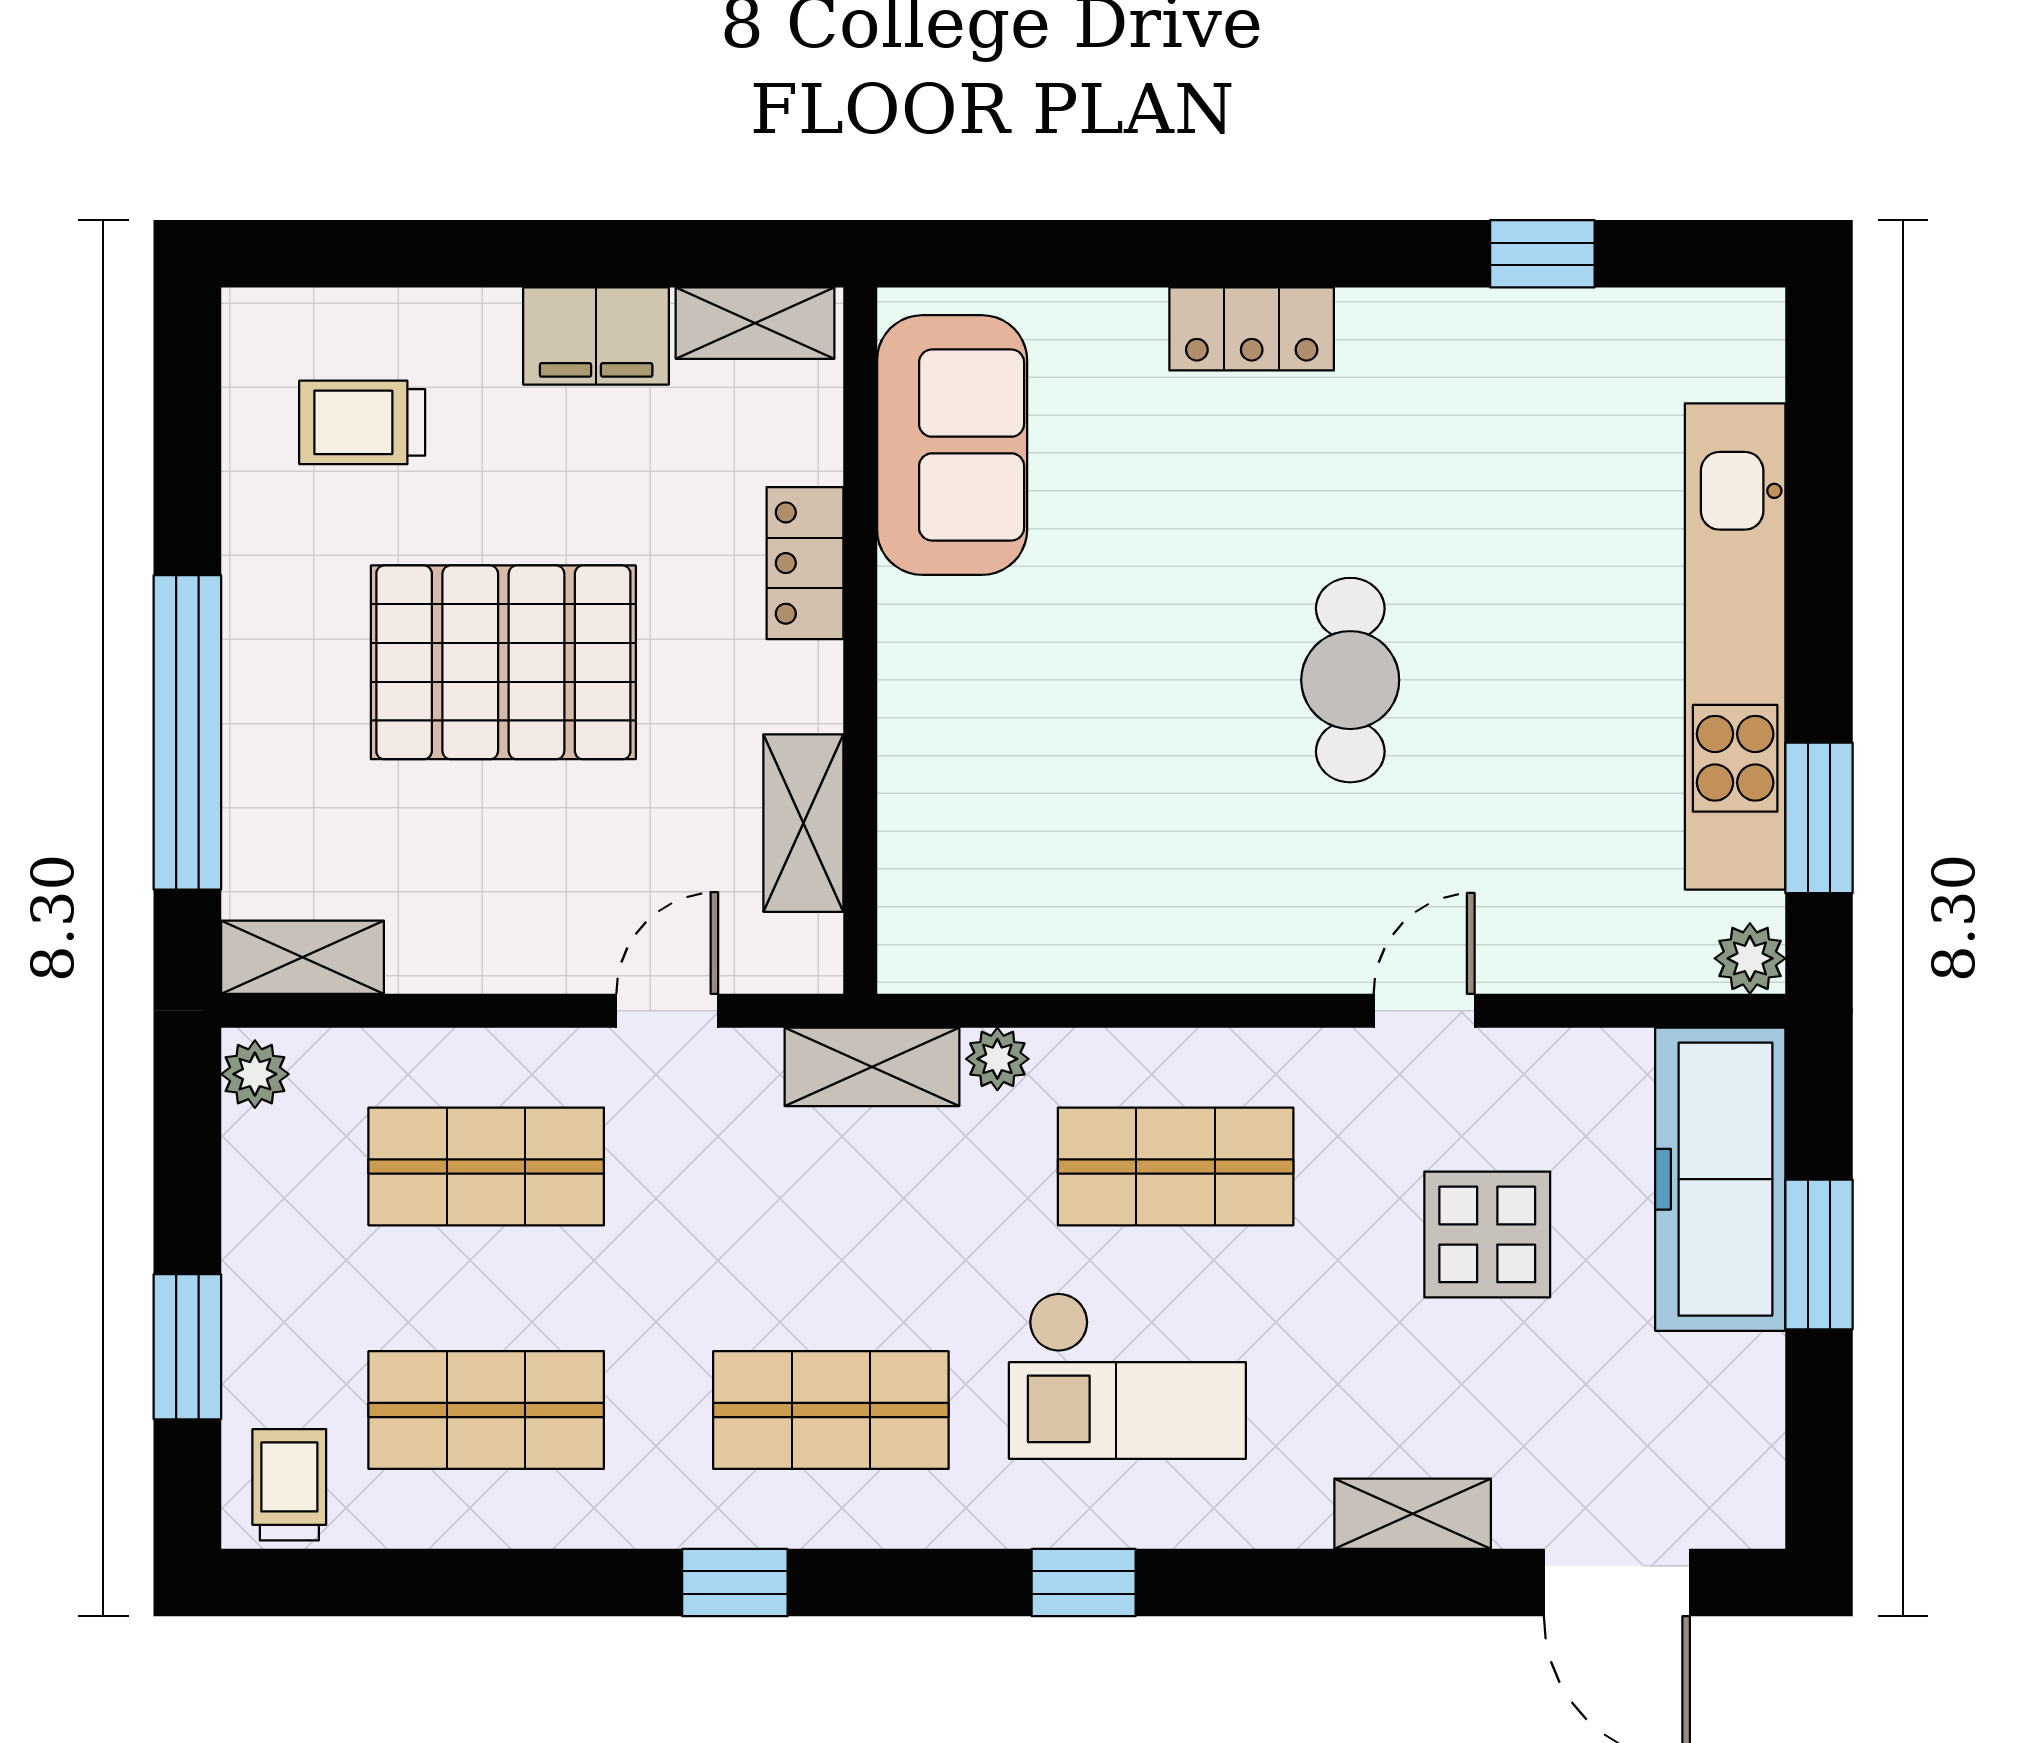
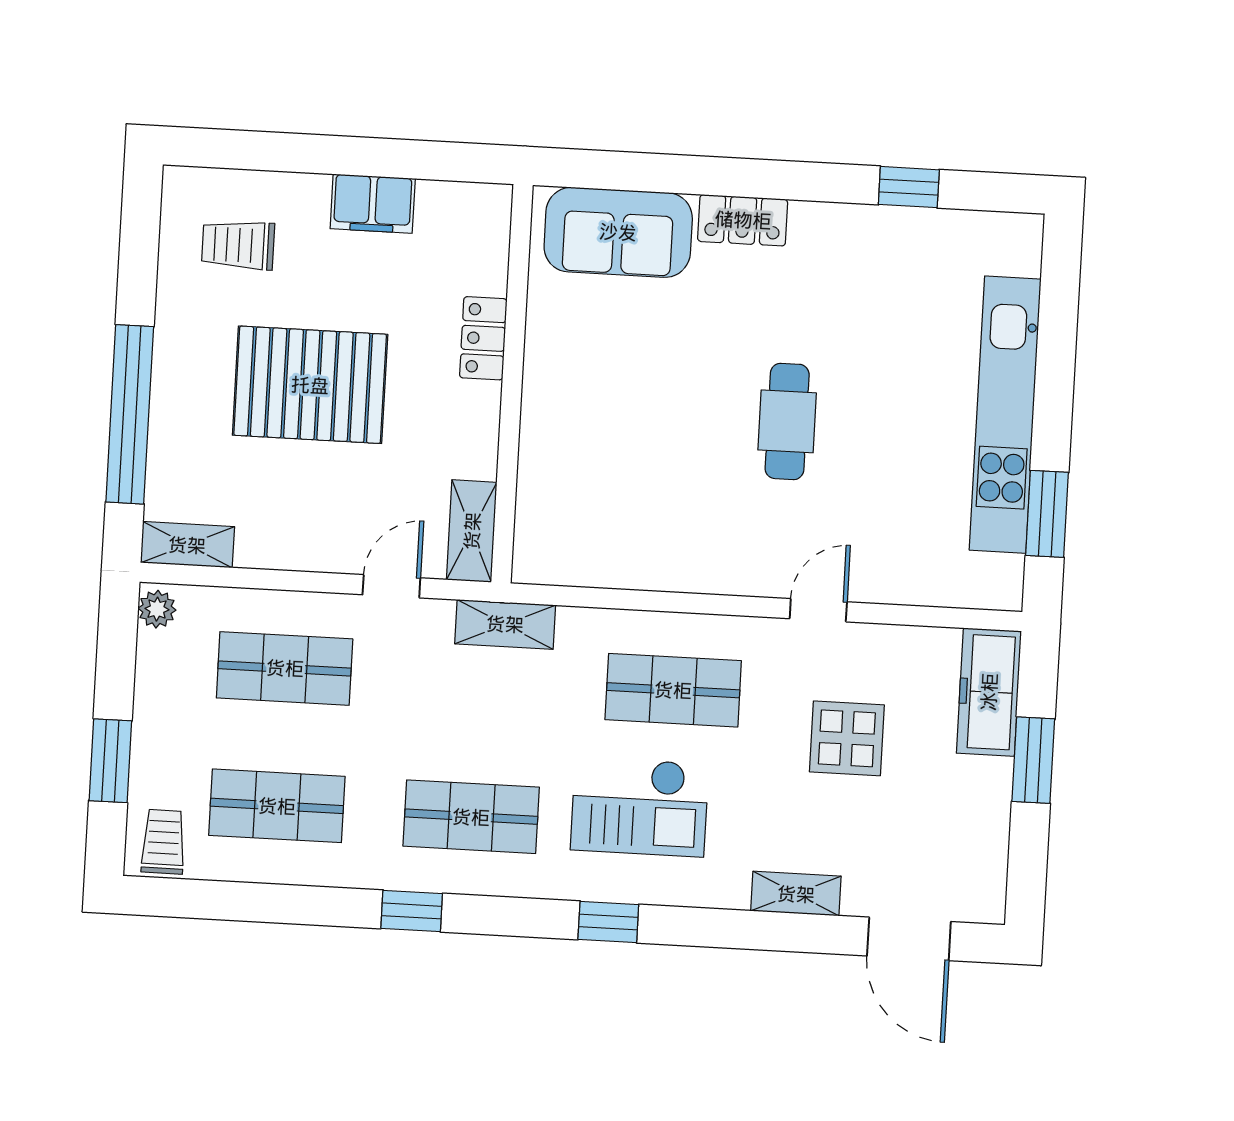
shelving: (755, 323) -> (463, 201), removed
sofa: (952, 445) -> (618, 232), moved, turned 90
shelving: (803, 823) -> (472, 531), moved
plant: (1750, 958) -> (1004, 591), removed
plant: (997, 1059) -> (576, 624), removed
freezer: (1720, 1179) -> (989, 692), width x0.73, depth x0.79

